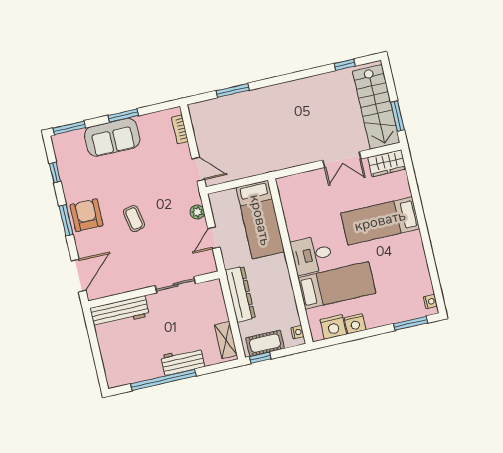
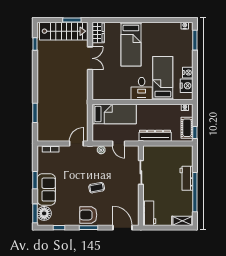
floor lamp: (73, 143) -> (44, 213), added
workbench: (120, 312) -> (149, 213), width x0.73
shelving: (226, 340) -> (182, 221), moved

